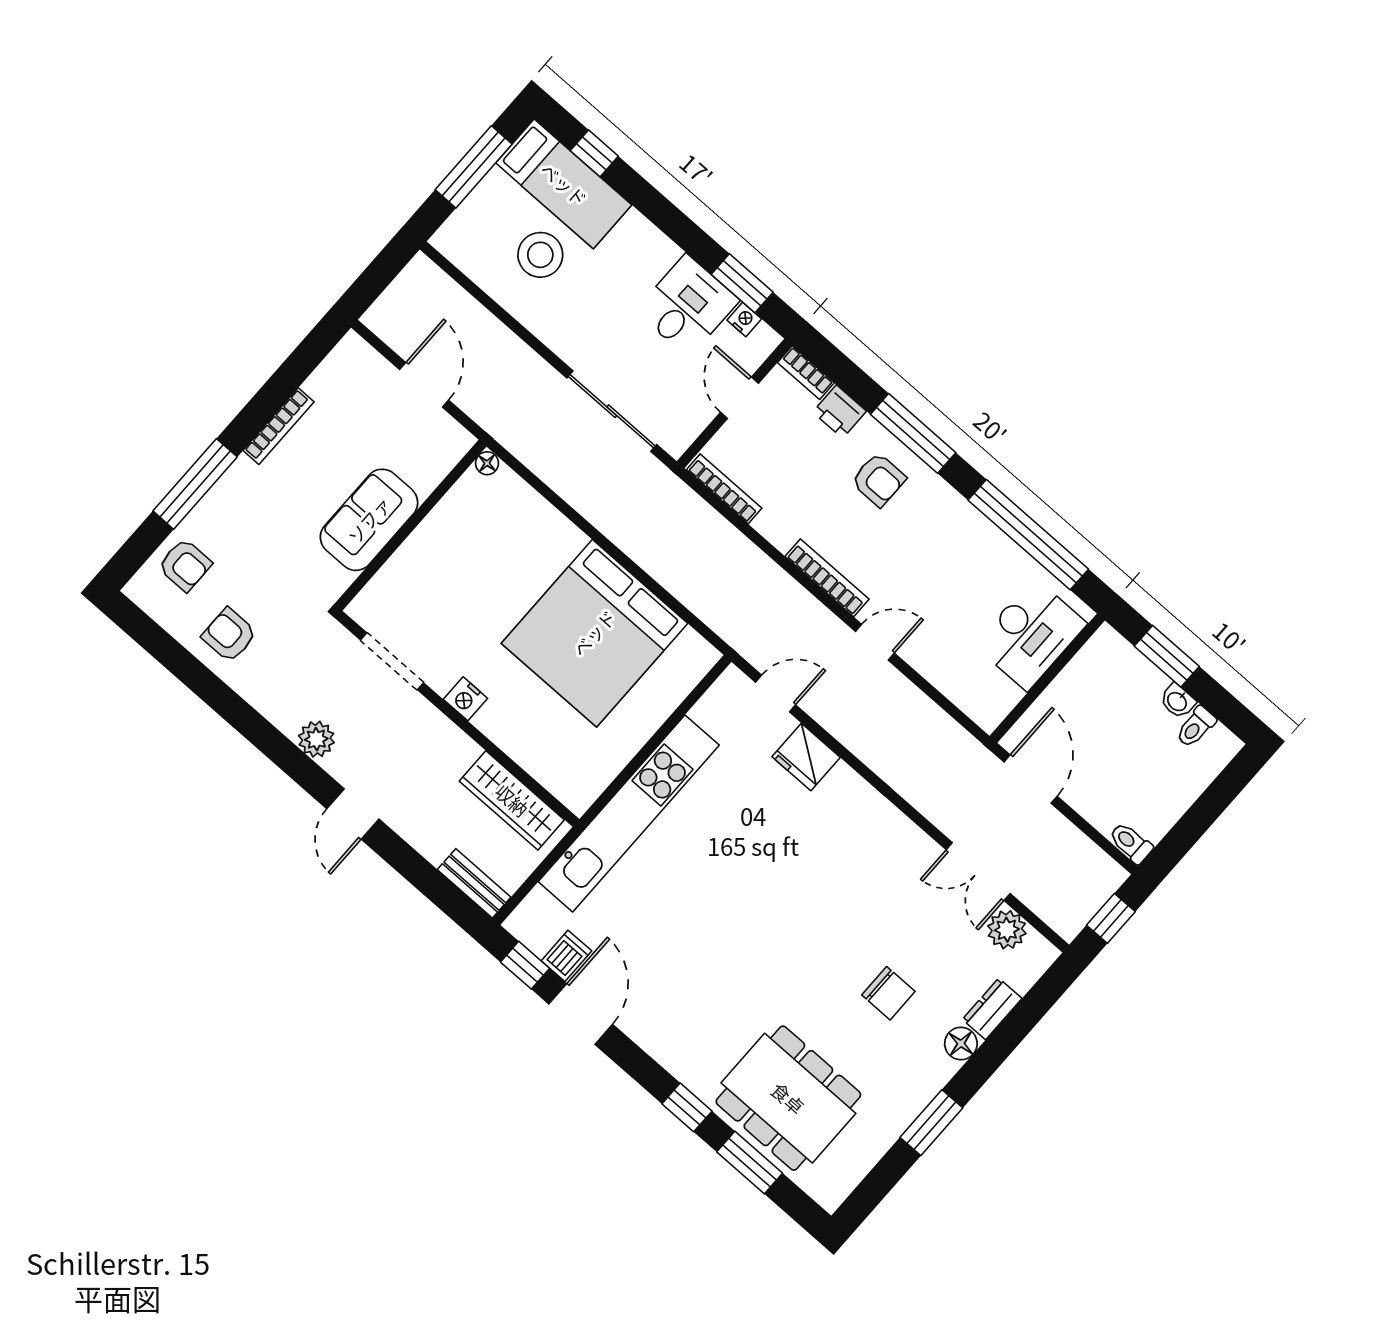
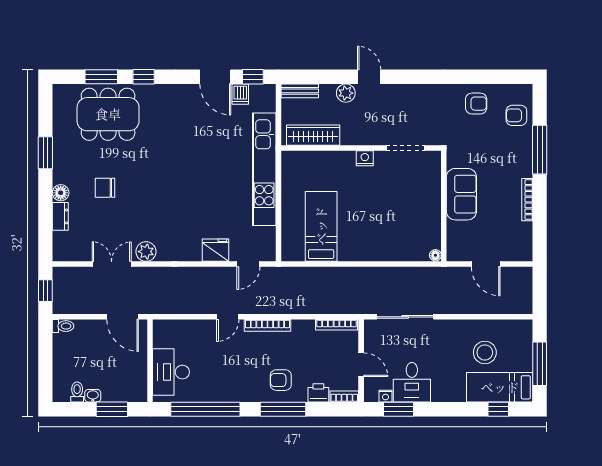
bed: (594, 633) -> (321, 226), width x0.49
plant: (316, 739) -> (346, 93), moved
plant: (1007, 930) -> (146, 252), moved

